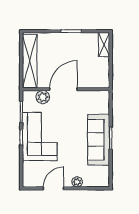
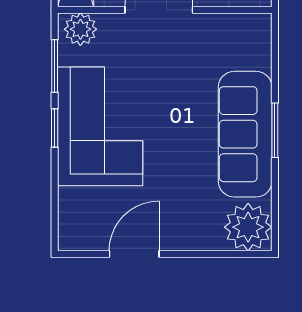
plant: (43, 97) -> (80, 29), moved
plant: (77, 182) -> (248, 227), moved, width x1.88, depth x1.88

